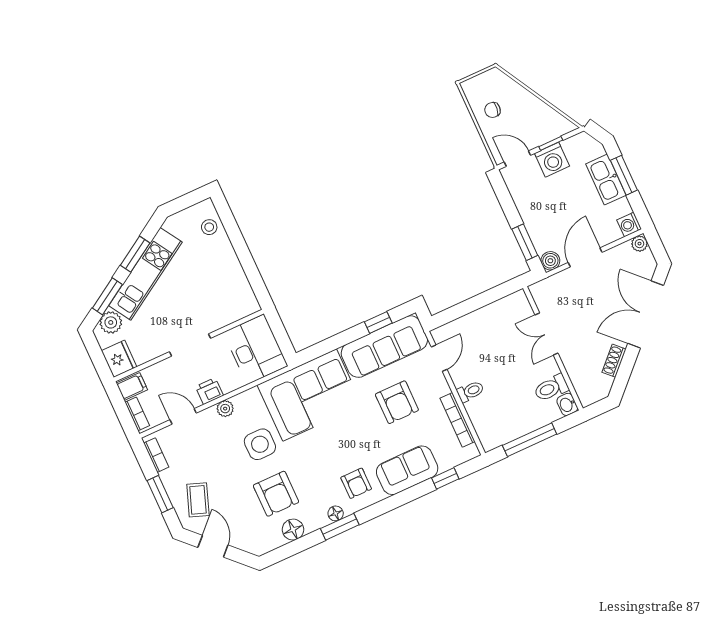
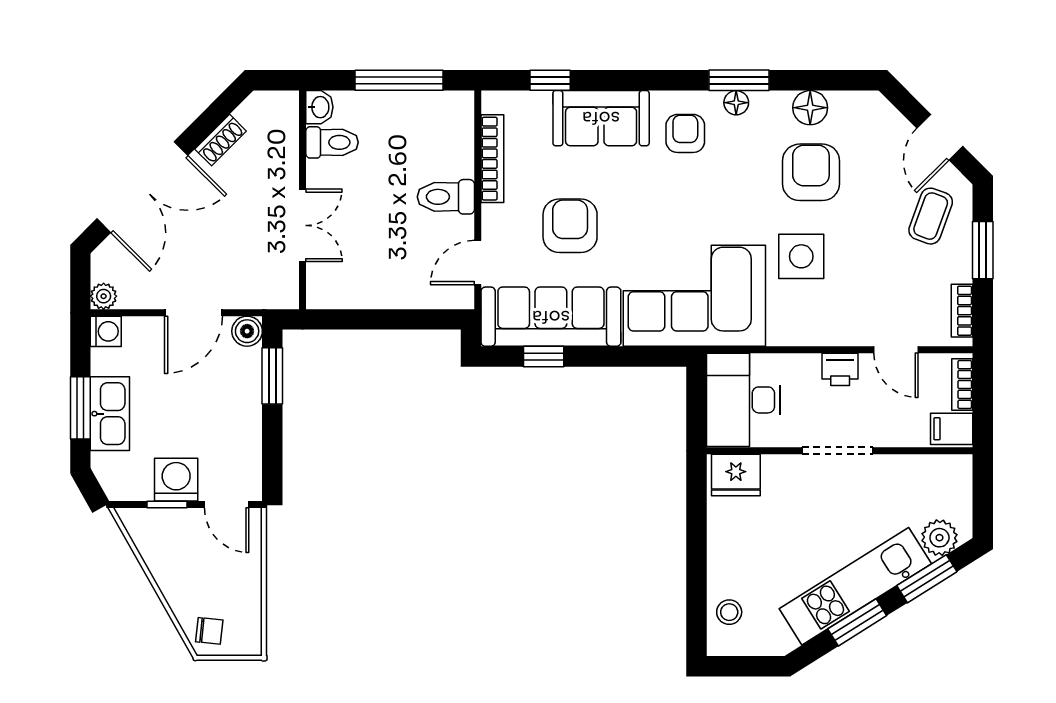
chair: (492, 110) -> (209, 631), moved
fridge: (119, 359) -> (736, 475), moved, turned -90
toilet: (470, 391) -> (446, 197), width x1.37, depth x1.39
plant: (225, 409) -> (829, 333), removed

